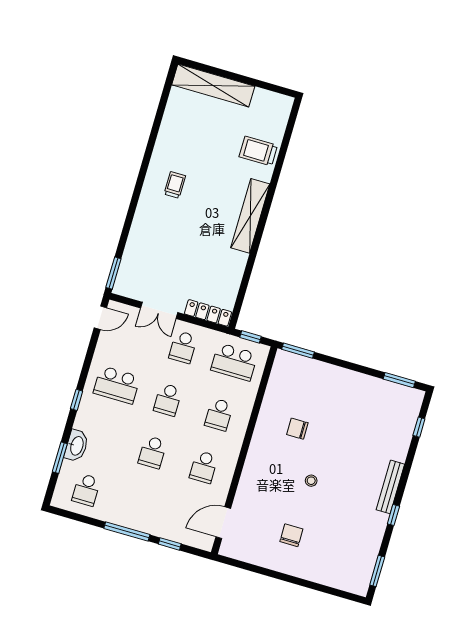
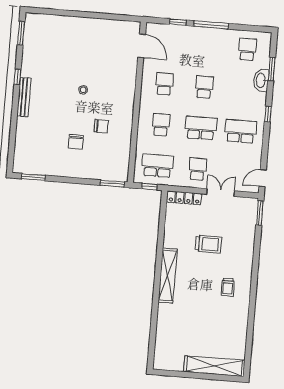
trolley: (258, 151) -> (208, 244), moved
school desk: (168, 400) -> (201, 128), width x1.85
window: (419, 427) -> (12, 145), removed
door: (223, 523) -> (142, 46), hinge flipped
chair: (291, 535) -> (76, 142), moved

